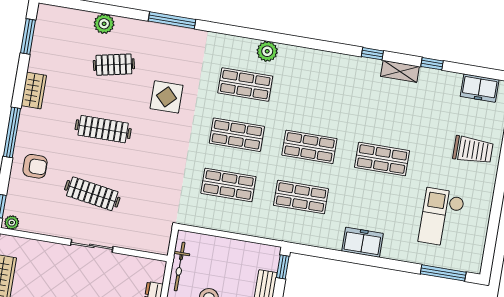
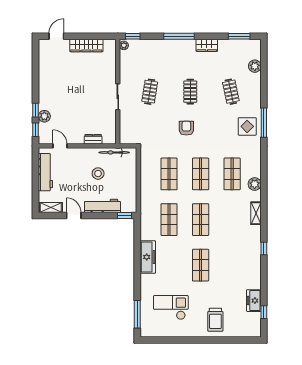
plant: (104, 24) -> (255, 66), moved
window: (432, 64) -> (264, 312), moved
shelving: (400, 71) -> (256, 213), moved
freezer: (480, 88) -> (254, 301), moved
display table: (167, 97) -> (247, 126), moved
clothes rail: (103, 129) -> (190, 92), width x0.73
armchair: (35, 166) -> (186, 128), moved, turned 180
clothes rail: (92, 194) -> (150, 92), width x0.73
freezer: (362, 242) -> (148, 257), width x1.40

